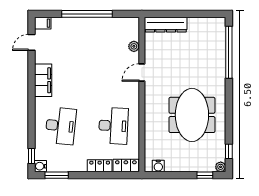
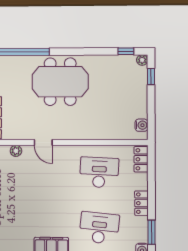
meeting table: (192, 115) -> (60, 82), moved
locker: (100, 166) -> (141, 203), moved

